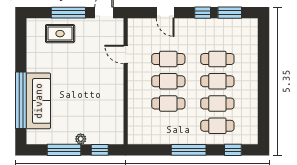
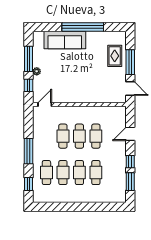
door: (126, 55) -> (45, 105), moved
window: (21, 100) -> (83, 27), moved

